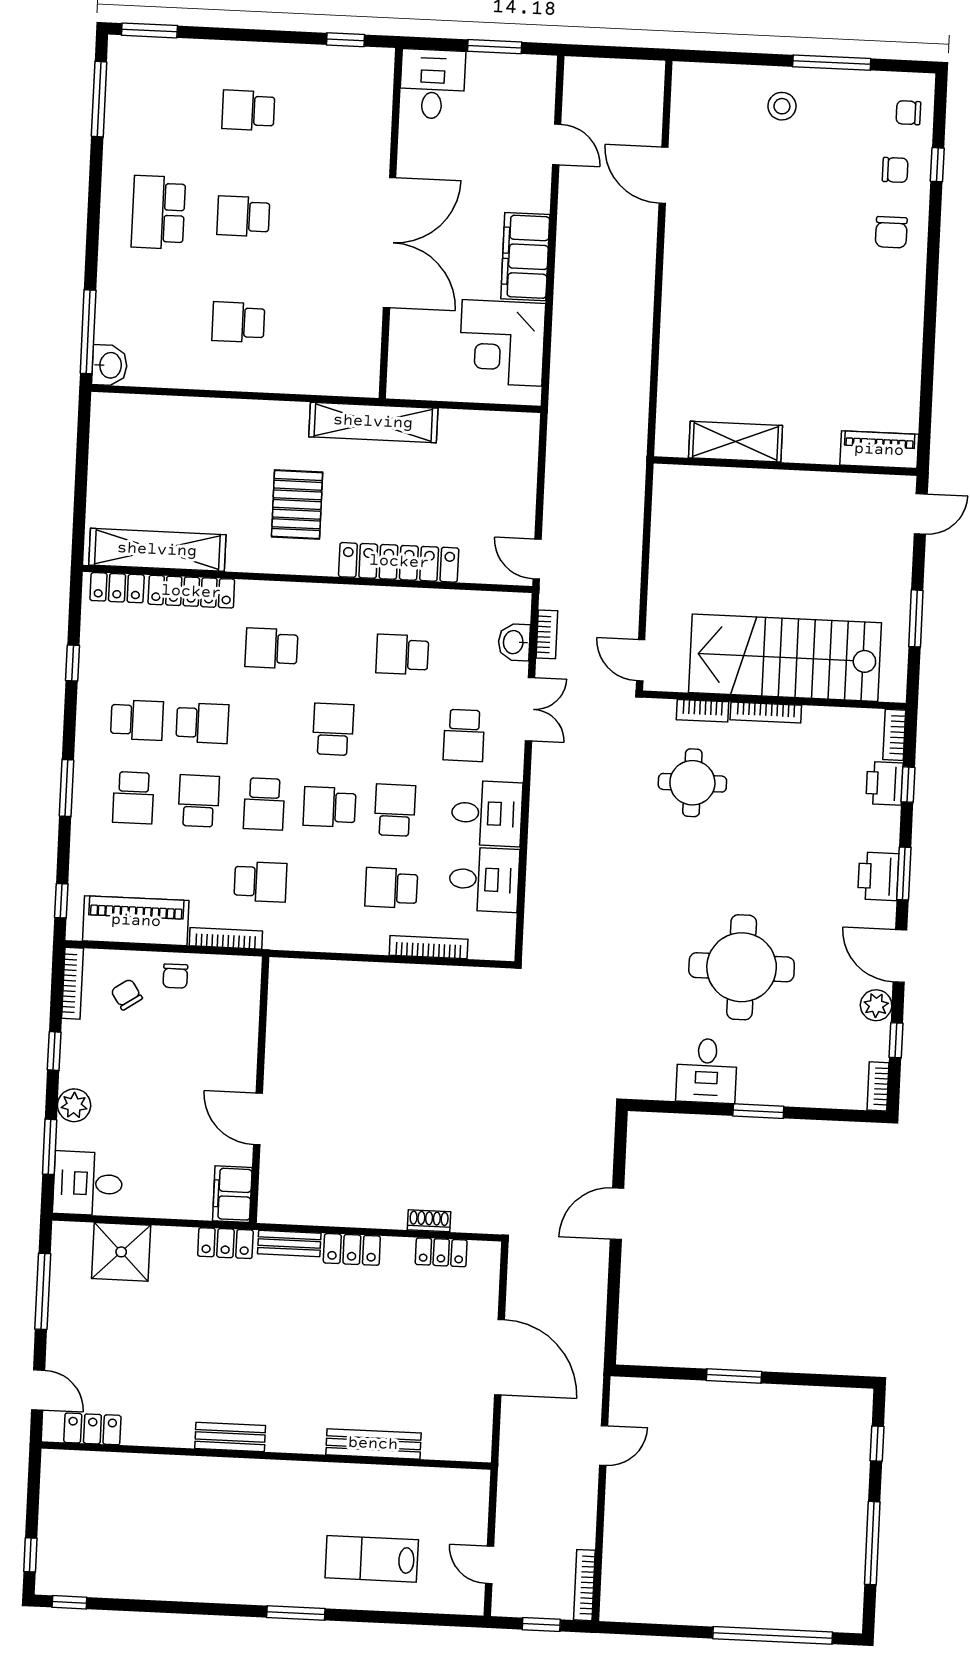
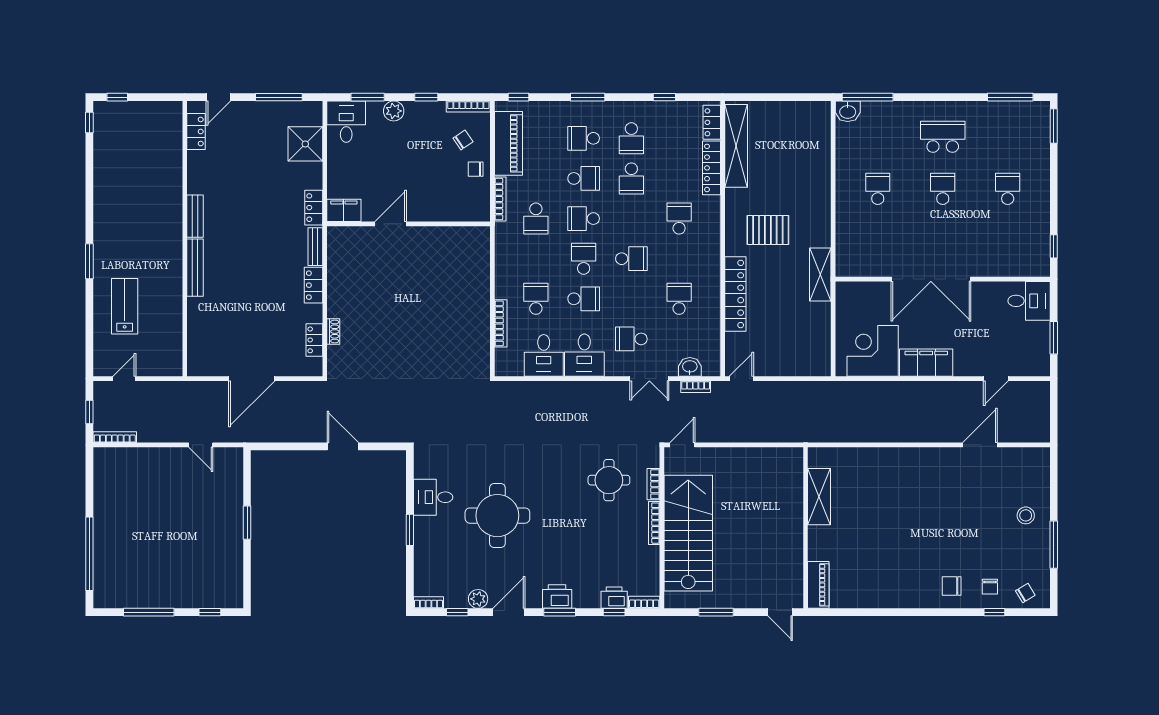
chair: (908, 113) -> (1025, 593), turned 59
shelving: (373, 422) -> (820, 274), width x0.68
bench: (373, 1444) -> (195, 268), moved

